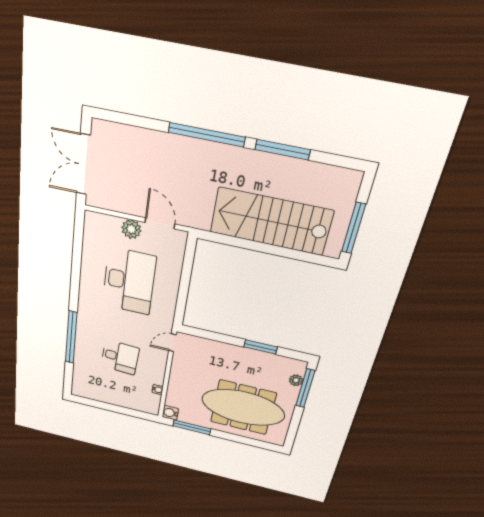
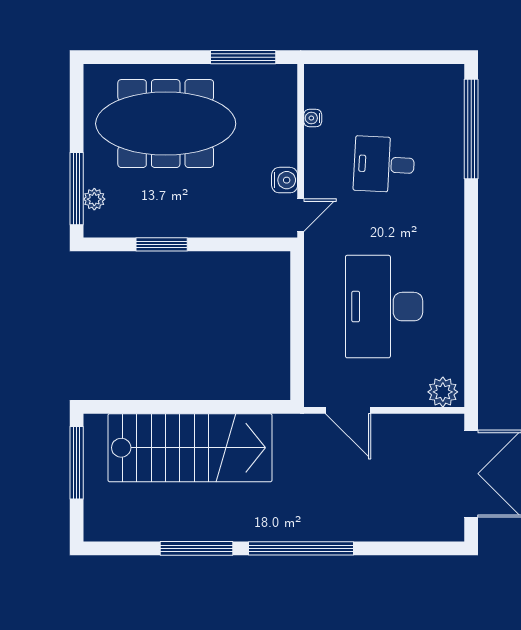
plant: (131, 229) -> (443, 392), moved
window: (71, 337) -> (471, 129), moved
water cooler: (170, 413) -> (285, 180), moved

